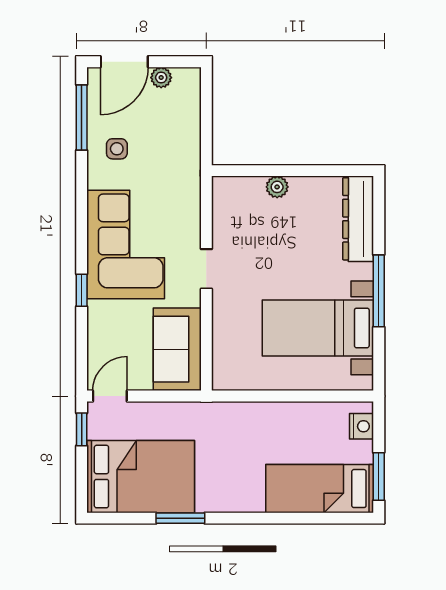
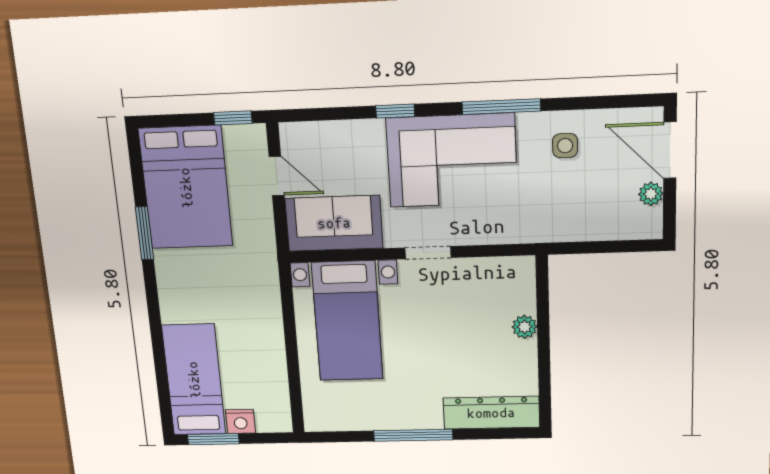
window: (82, 117) -> (501, 107), moved
bed with nightstands: (318, 328) -> (347, 321), moved, turned 180
door: (110, 396) -> (277, 176), moved
nightstand: (362, 426) -> (240, 421), moved

